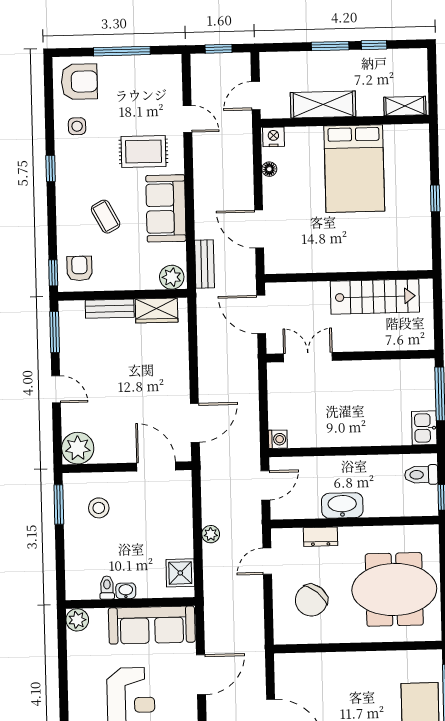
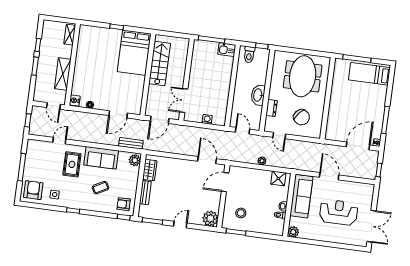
bed: (354, 169) -> (134, 53), moved, turned 90
washing machine: (278, 439) -> (207, 119), moved

